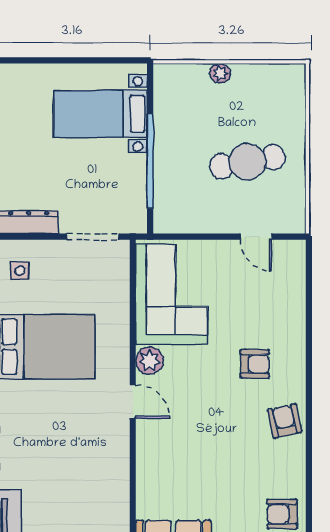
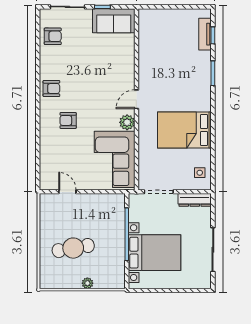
bed with nightstands: (101, 114) -> (154, 253), width x1.36
cafe table: (247, 162) -> (73, 248), moved
door: (133, 402) -> (136, 99), hinge flipped
armchair: (285, 421) -> (51, 88), turned -77

